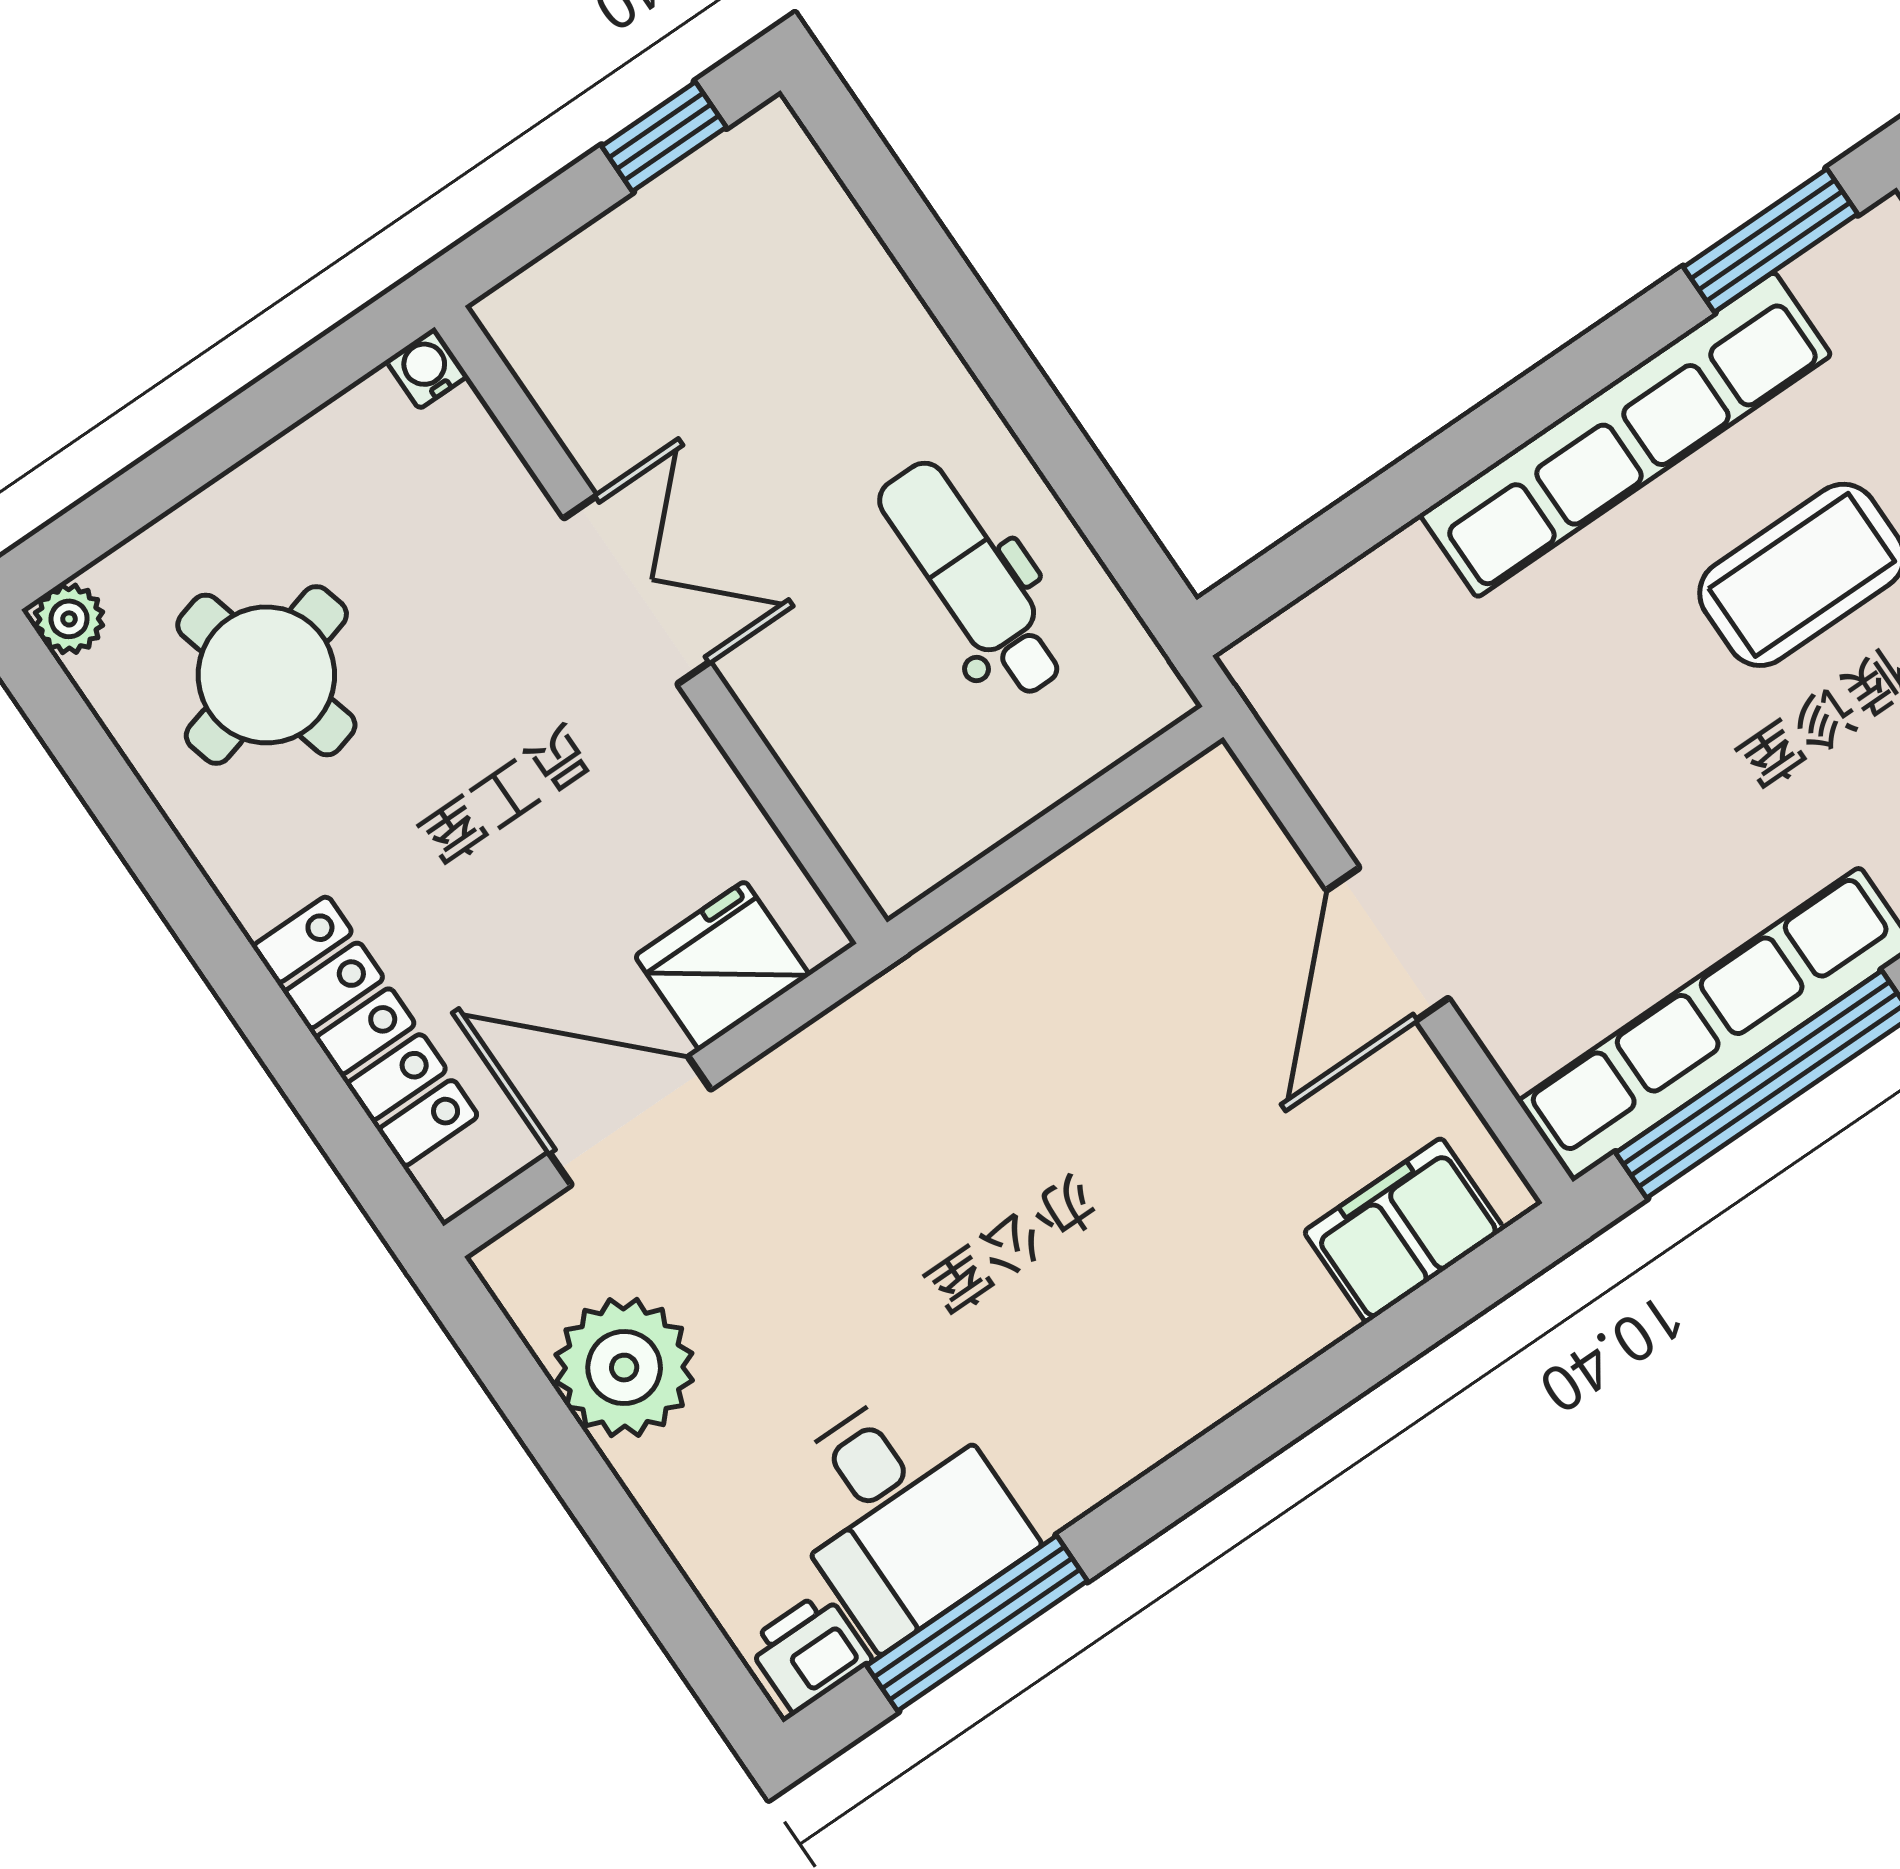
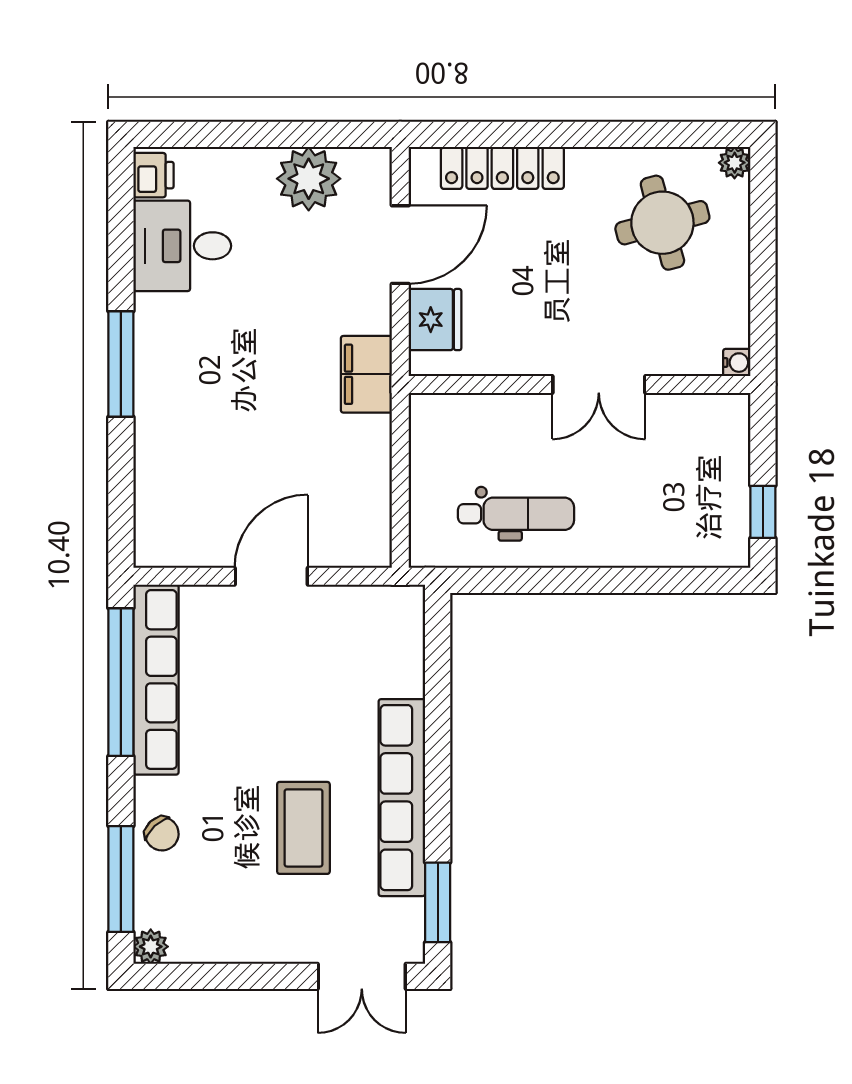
door: (1388, 944) -> (271, 576), hinge flipped
filing cabinet: (1404, 1230) -> (366, 374), moved, turned 180
window: (977, 1623) -> (121, 364), moved

